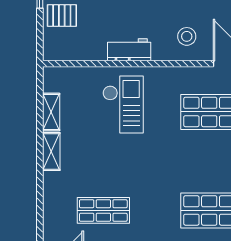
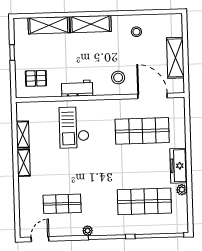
pallet: (62, 16) -> (36, 78), moved
checkout: (123, 104) -> (74, 128), turned 180

